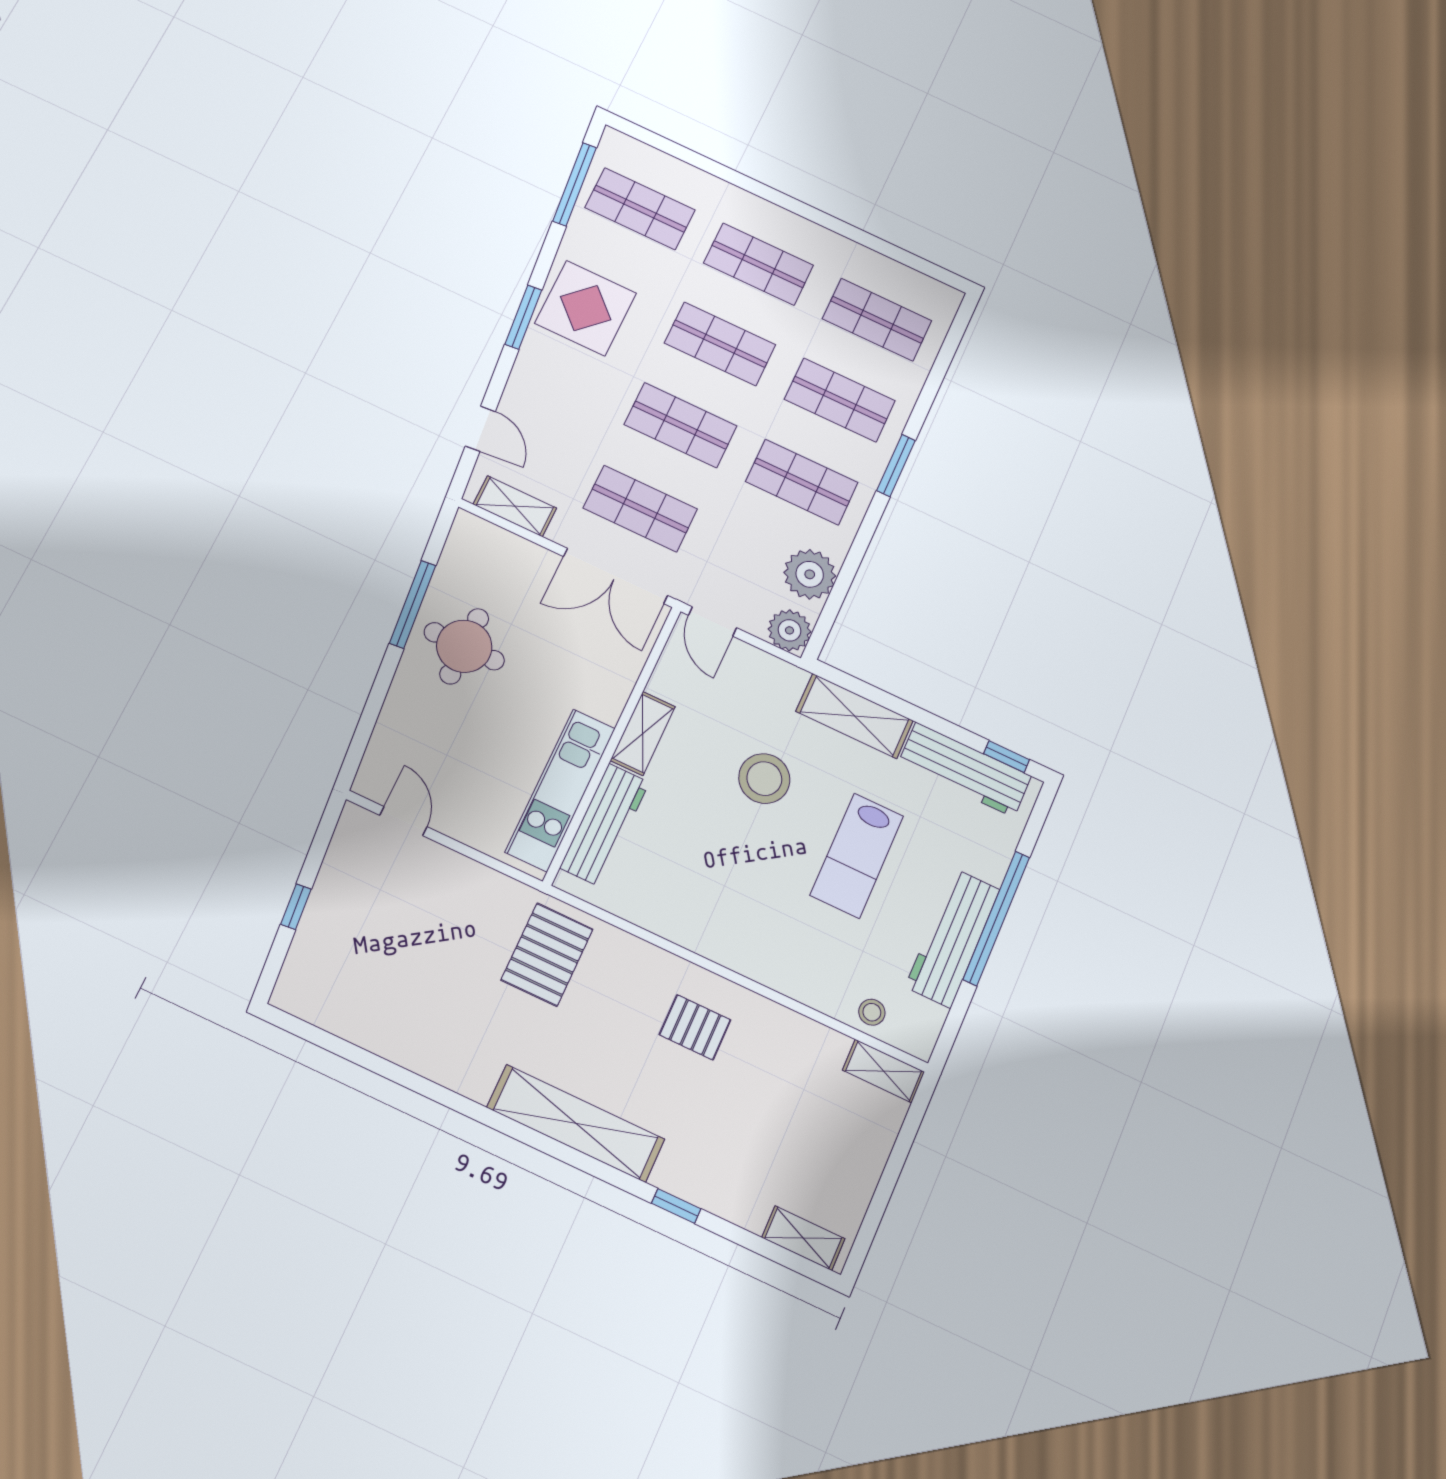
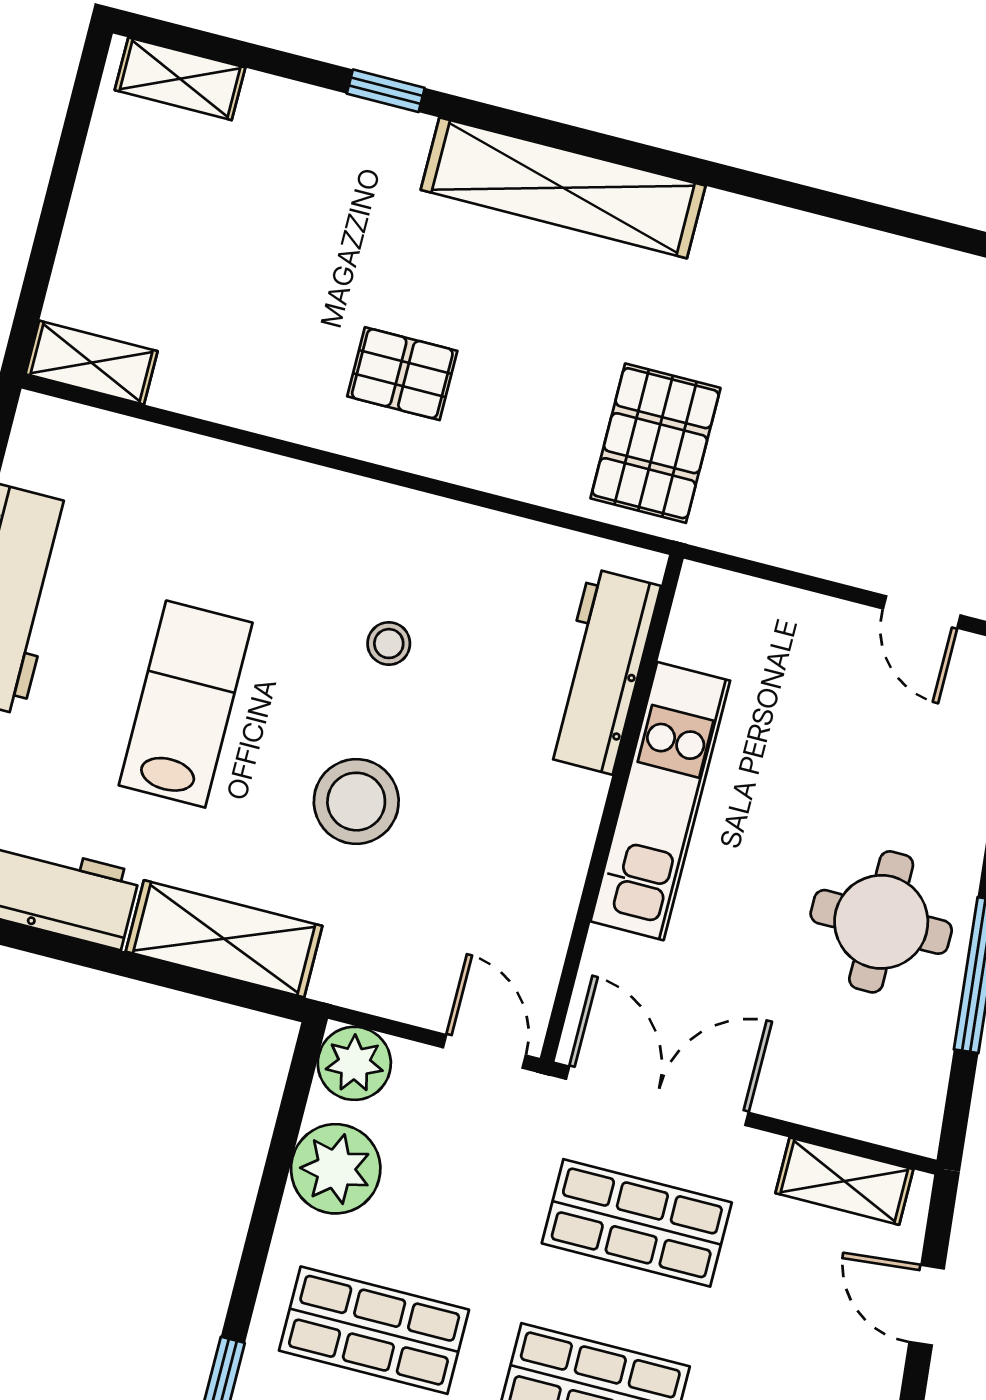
shelving: (643, 734) -> (566, 836), removed
kitchen unit: (560, 790) -> (660, 801), moved
stool: (872, 1012) -> (389, 644), moved

